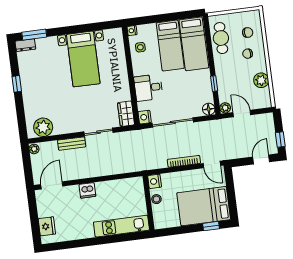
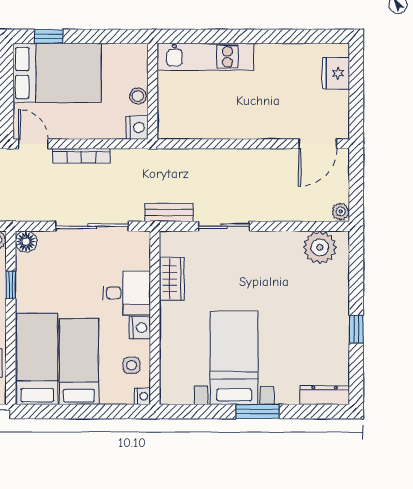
window: (34, 35) -> (257, 412), moved
dresser: (25, 45) -> (325, 395), width x1.44
wardrobe: (126, 114) -> (172, 279), moved
nightstand: (145, 117) -> (140, 328), moved
bench: (72, 144) -> (169, 212), moved
dishwasher: (87, 190) -> (257, 127), removed

